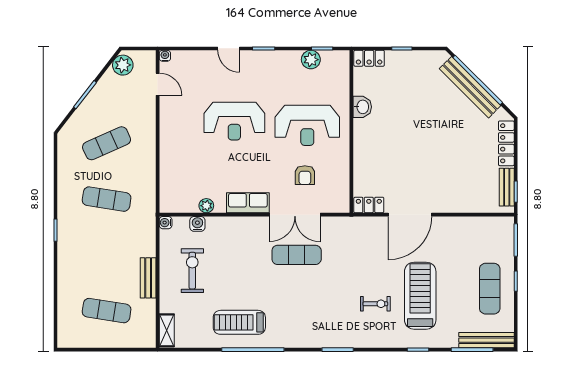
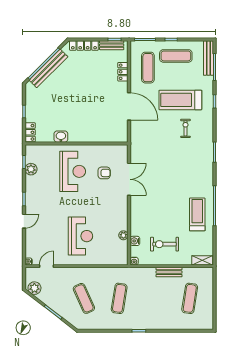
reception desk: (234, 121) -> (80, 236), moved
row of seats: (248, 203) -> (121, 209), removed
locker: (369, 205) -> (123, 72), moved
exercise mat: (297, 255) -> (148, 68), moved
treadmill: (239, 322) -> (197, 214), turned 180

